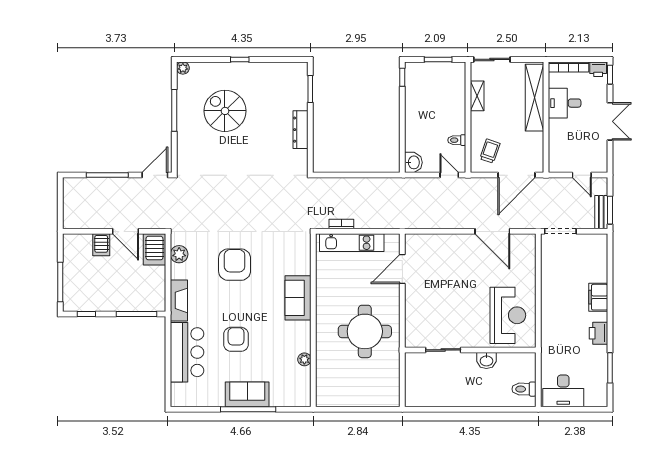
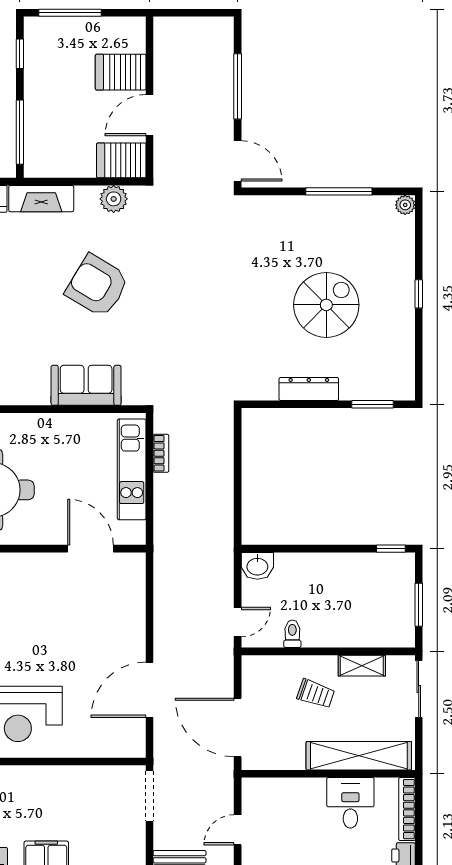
spiral stairs: (225, 111) -> (326, 305), moved
trolley: (490, 151) -> (316, 694), moved
server rack: (101, 245) -> (121, 72), width x1.36, depth x1.44
armchair: (235, 265) -> (97, 286), turned -149
sofa: (298, 298) -> (86, 385), moved

